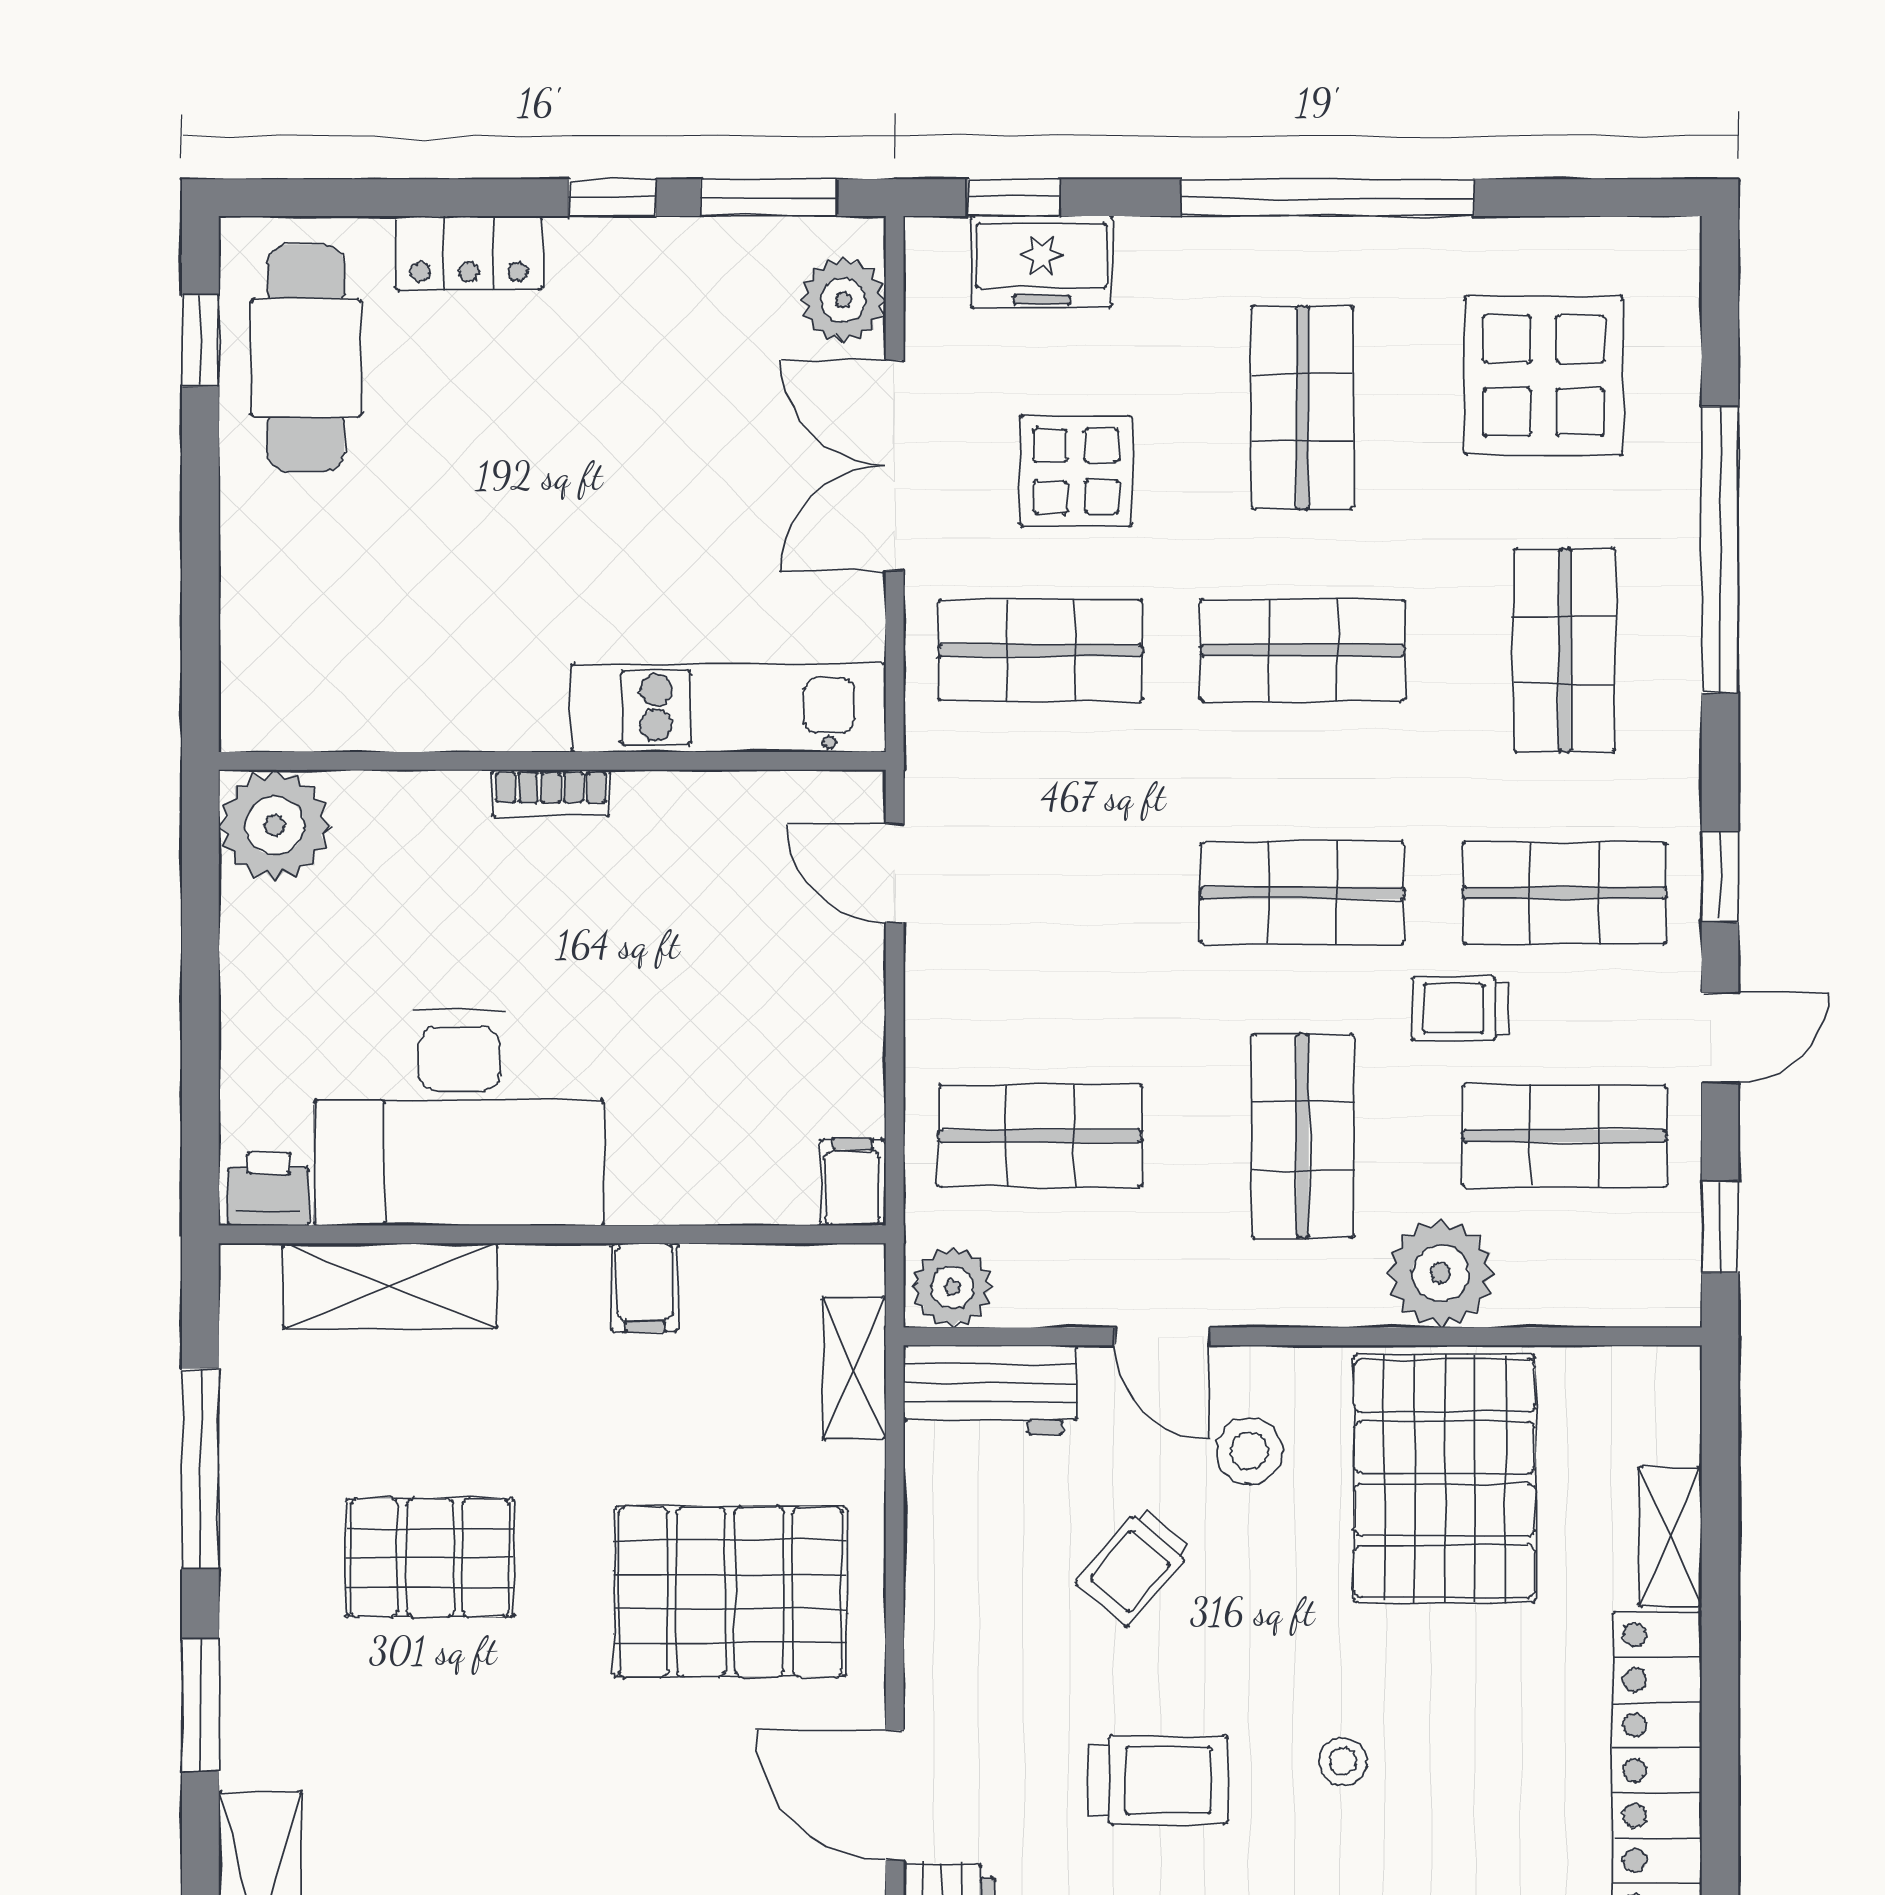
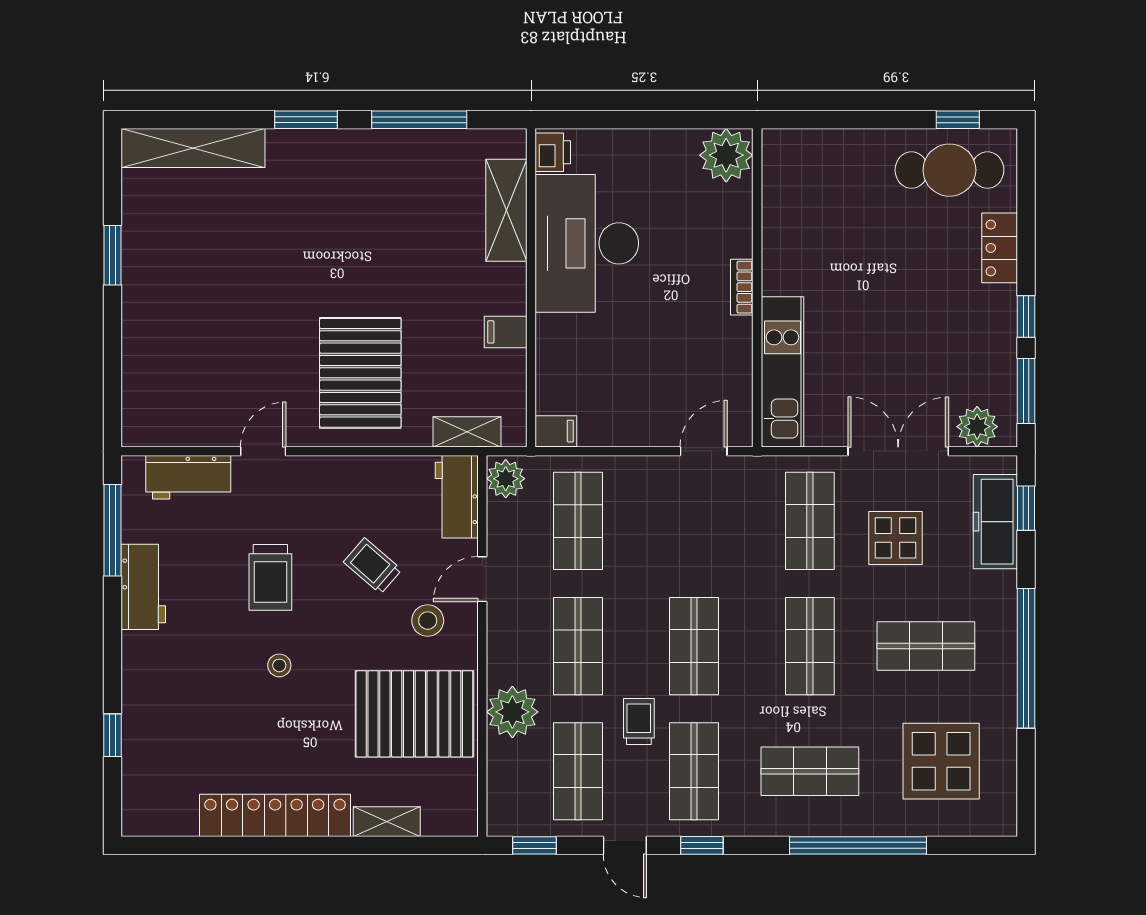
freezer: (1042, 262) -> (995, 522), width x1.40
shop shelf: (1303, 1136) -> (578, 646), turned 90
pallet: (430, 1558) -> (377, 229), removed
door: (895, 1795) -> (263, 451), width x0.73

